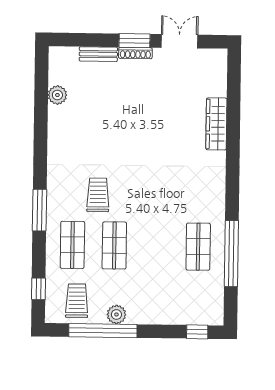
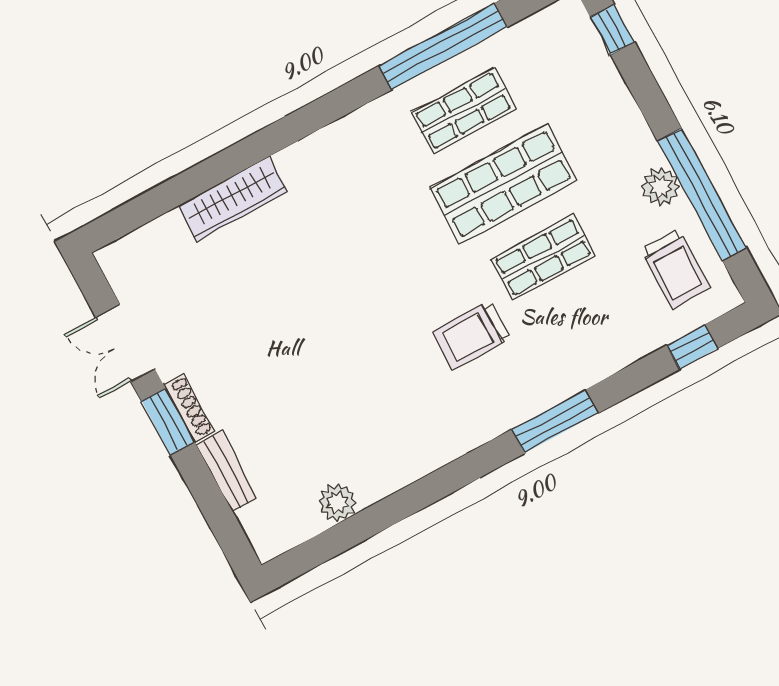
shop shelf: (72, 245) -> (503, 184), moved, width x1.43, depth x1.36
trolley: (77, 301) -> (676, 269), turned -90

